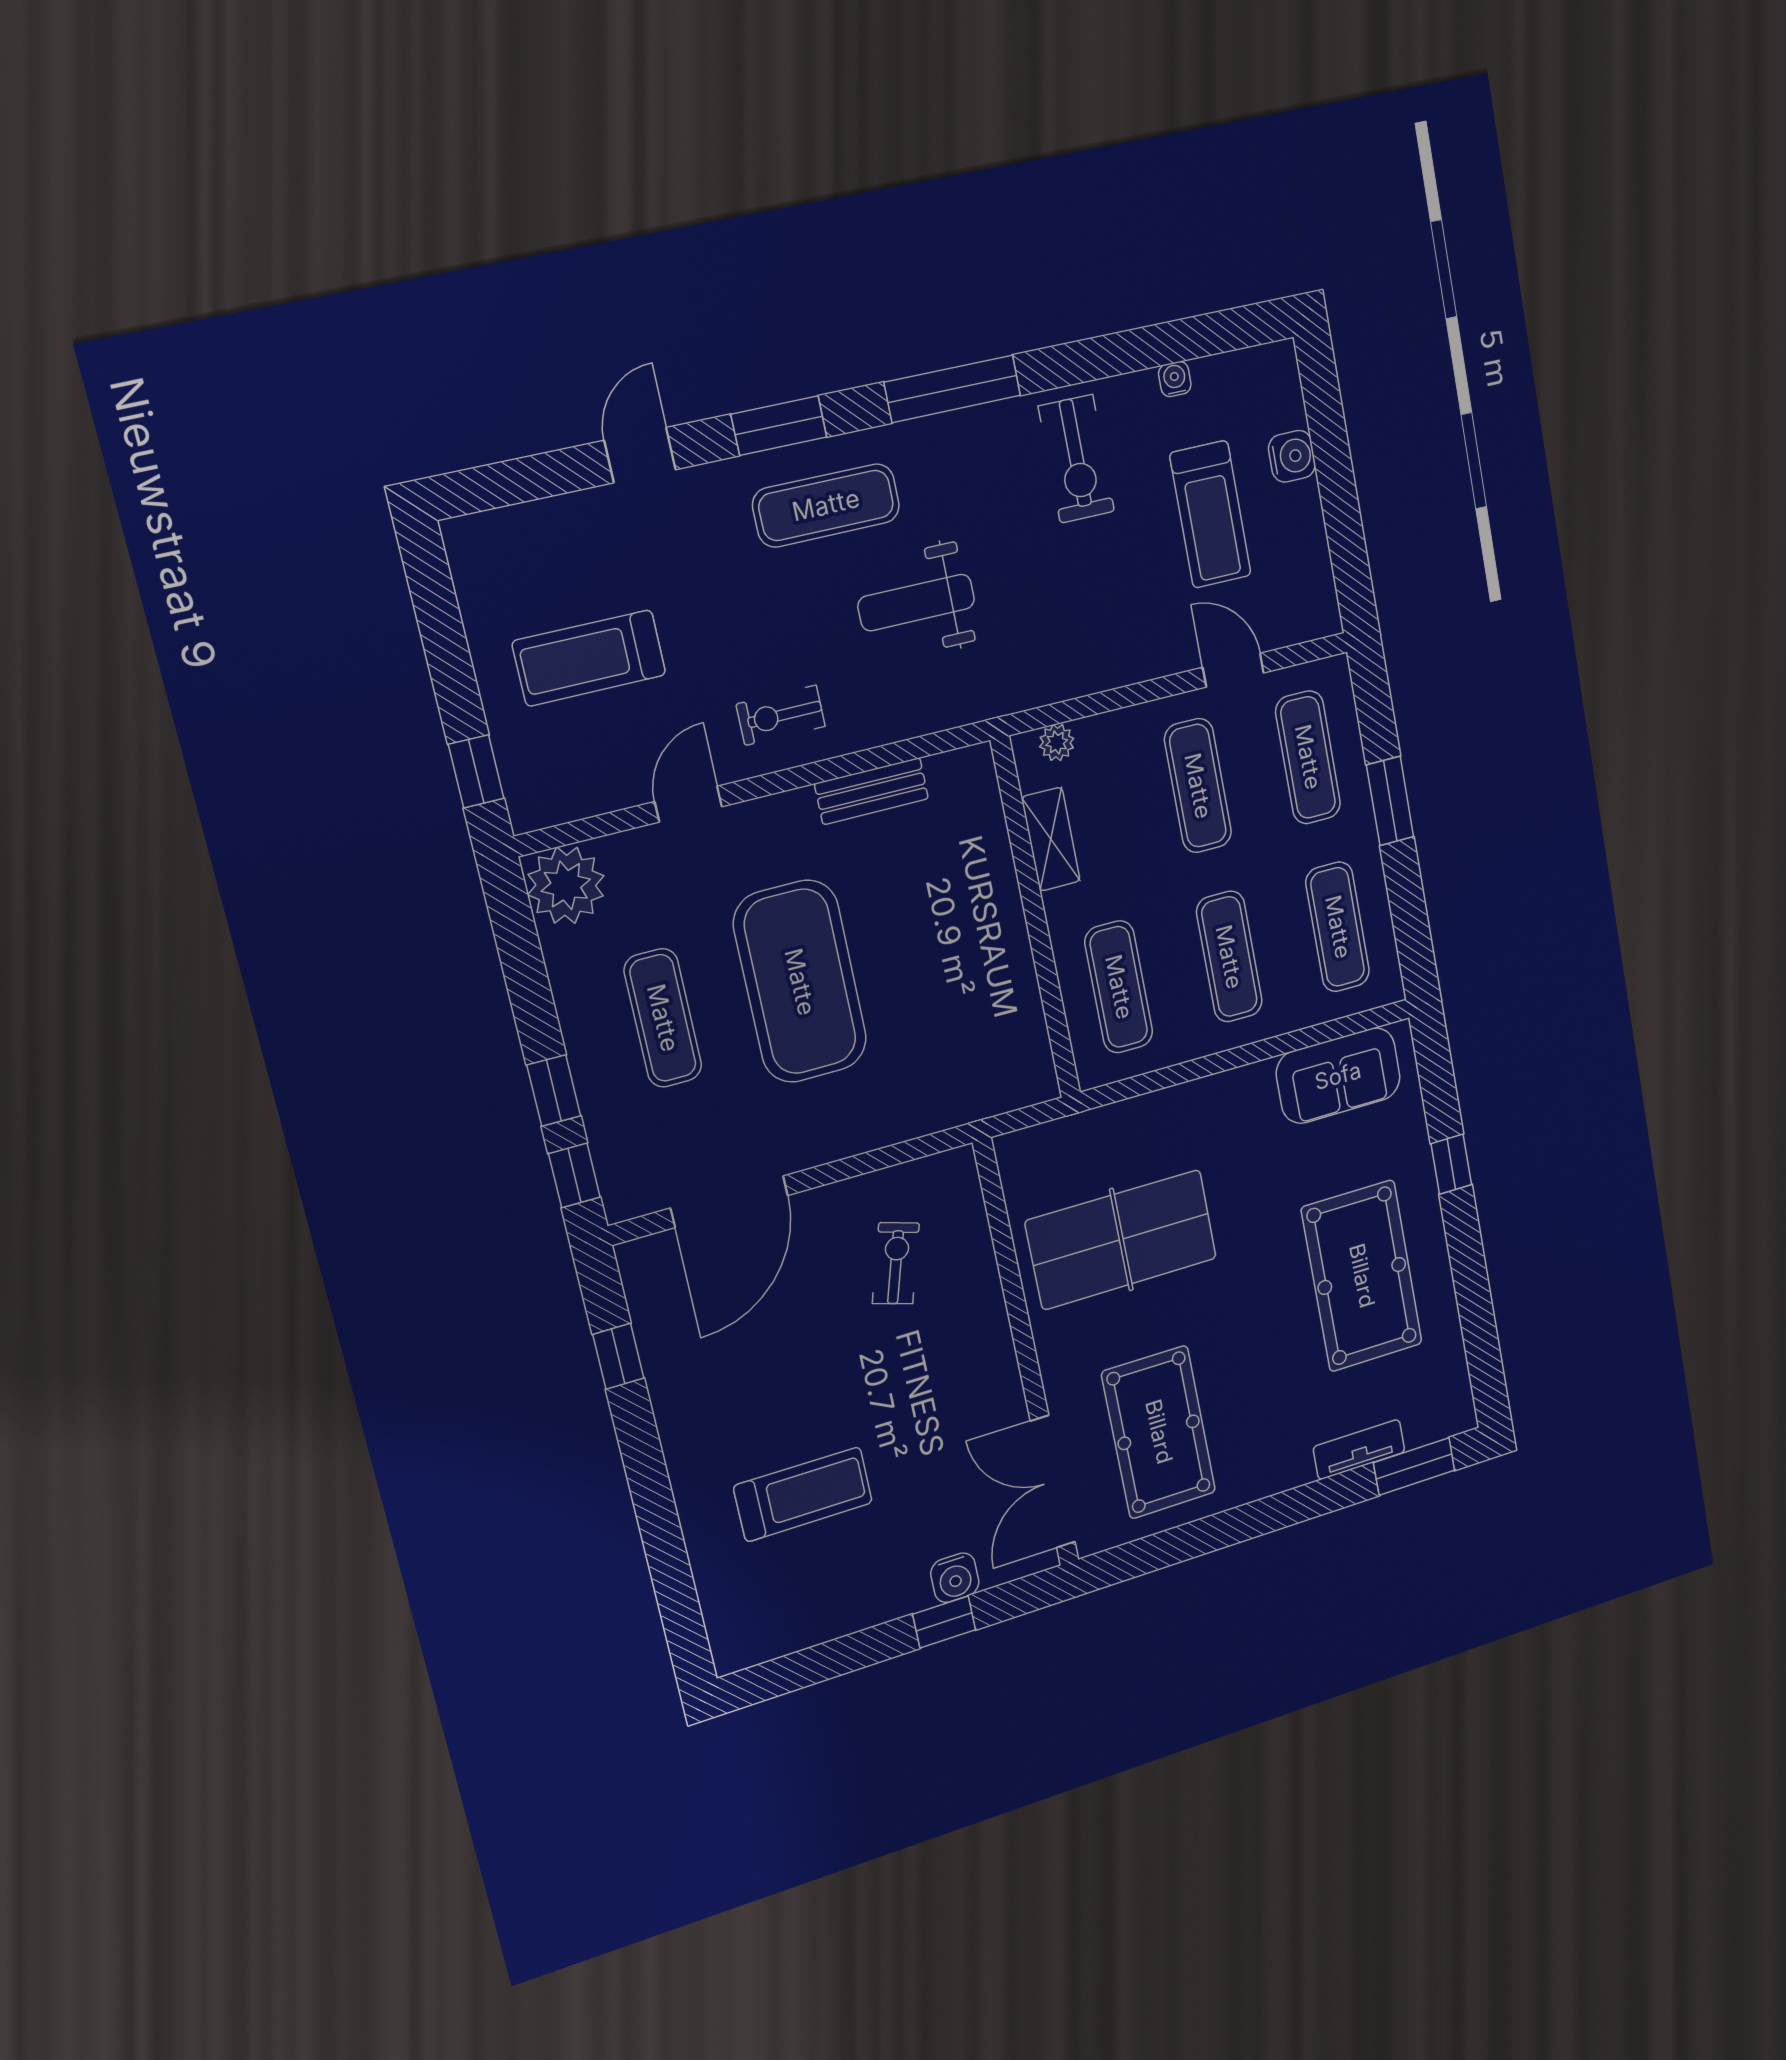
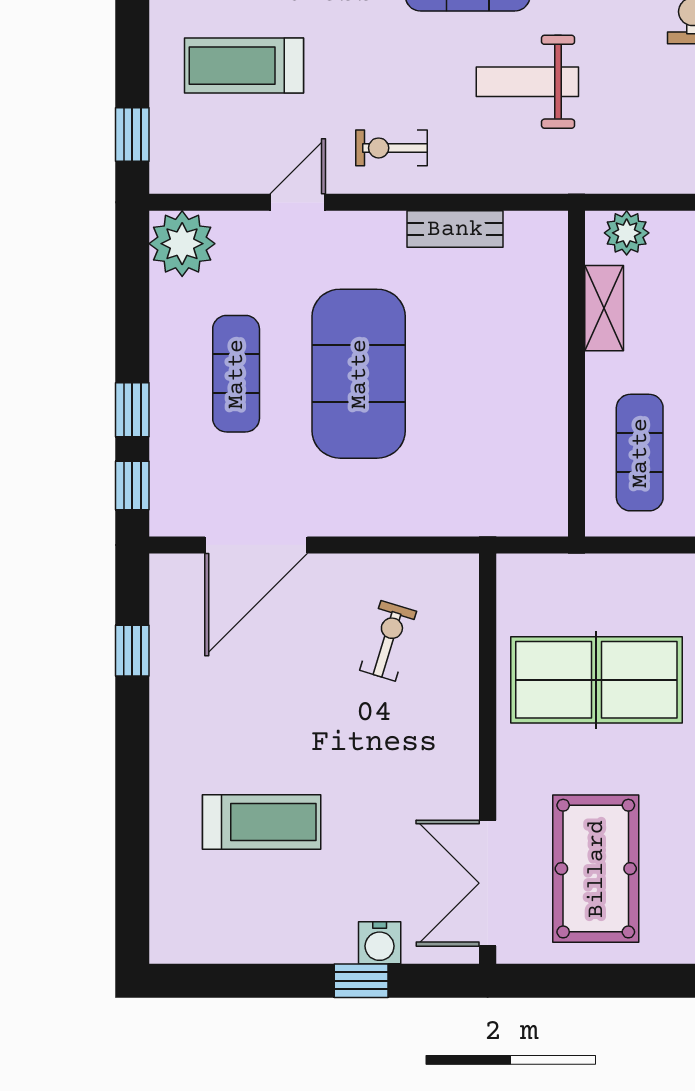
plant: (1057, 743) -> (627, 233), width x1.38, depth x1.38

